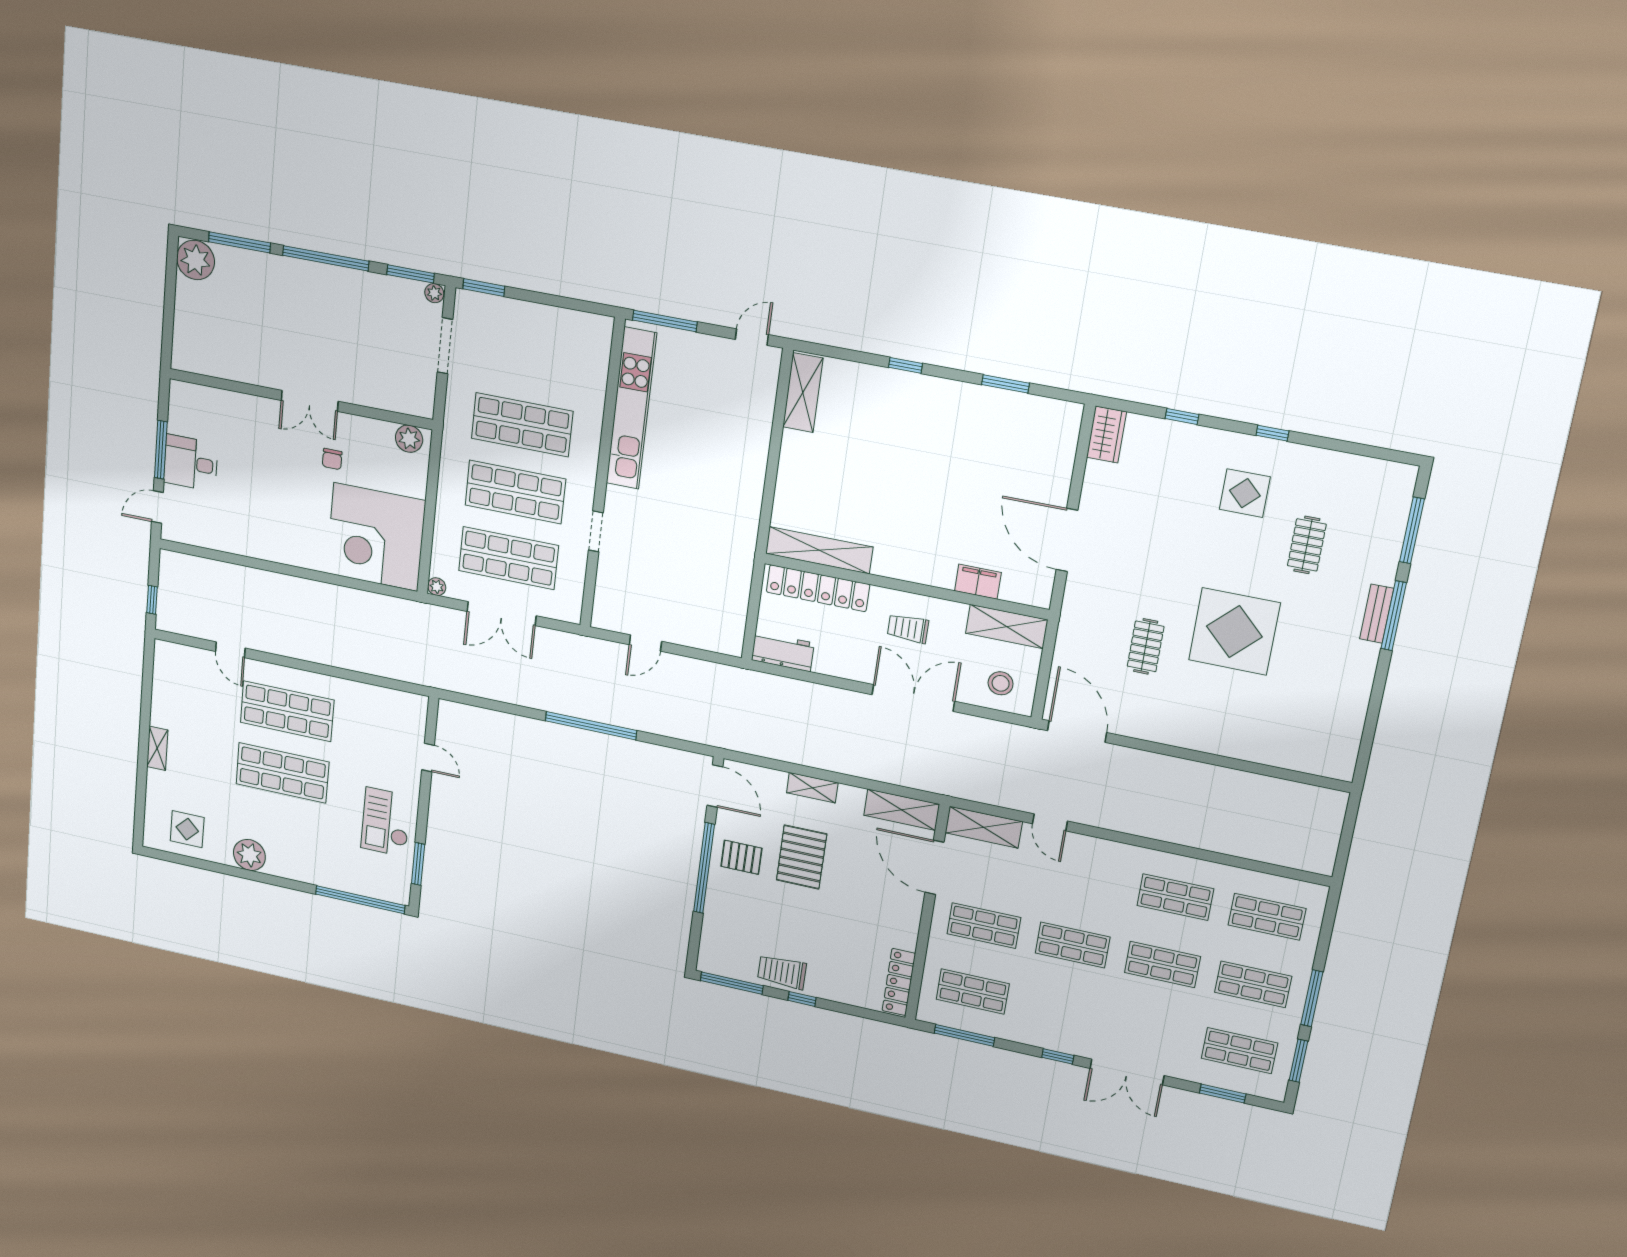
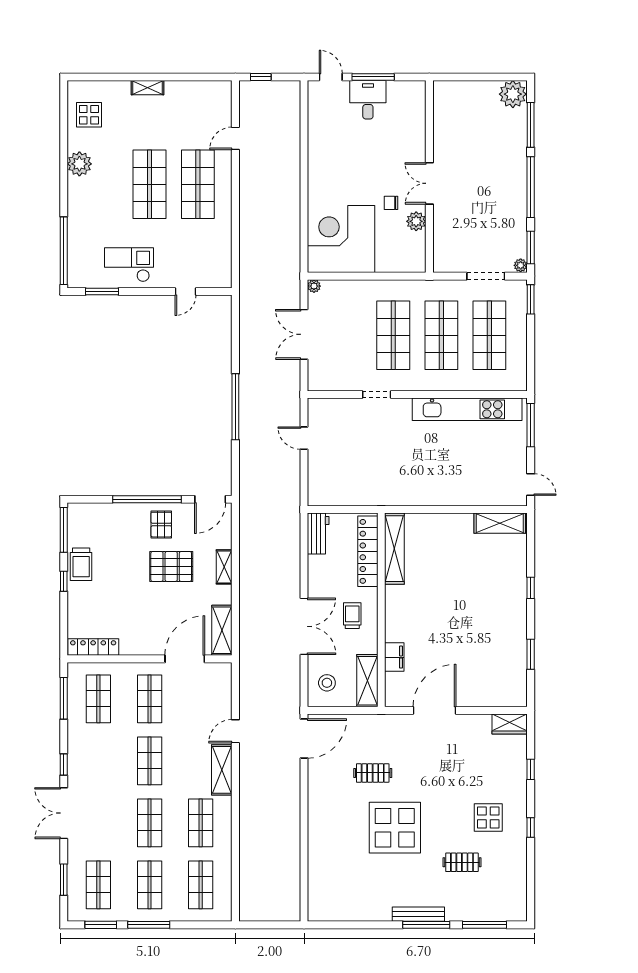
plant: (409, 439) -> (416, 221), moved
shop shelf: (509, 558) -> (489, 335), moved
bench: (1377, 614) -> (418, 914), width x1.36
shelving: (984, 827) -> (222, 770), moved
trolley: (782, 972) -> (81, 564), turned 180

